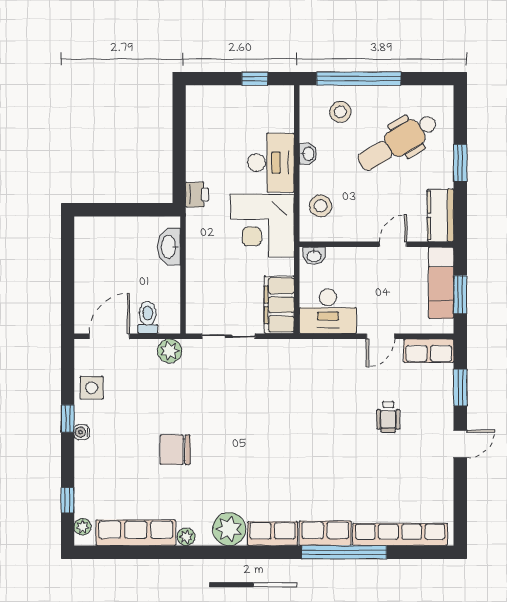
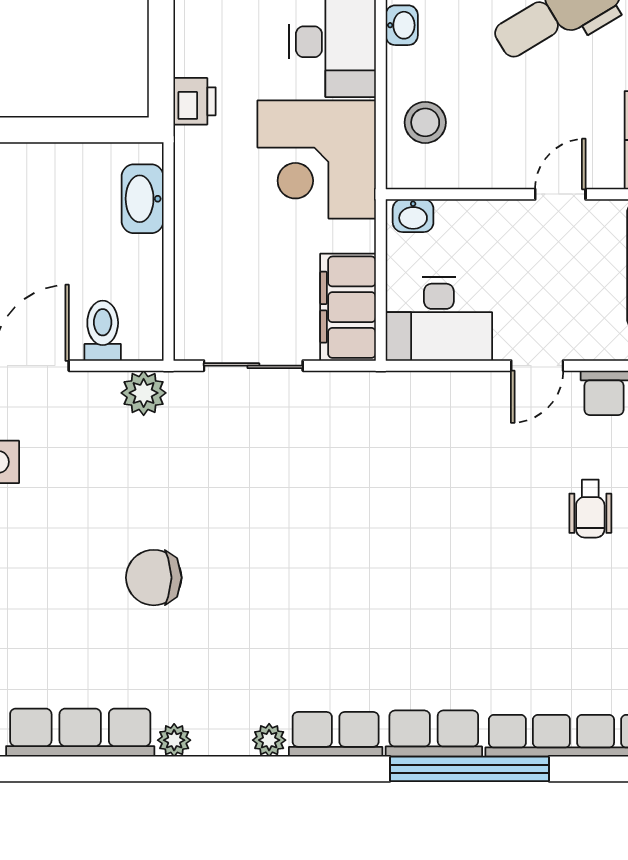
wheelchair: (388, 417) -> (590, 509), moved
plant: (229, 529) -> (269, 740), width x0.53, depth x0.53

